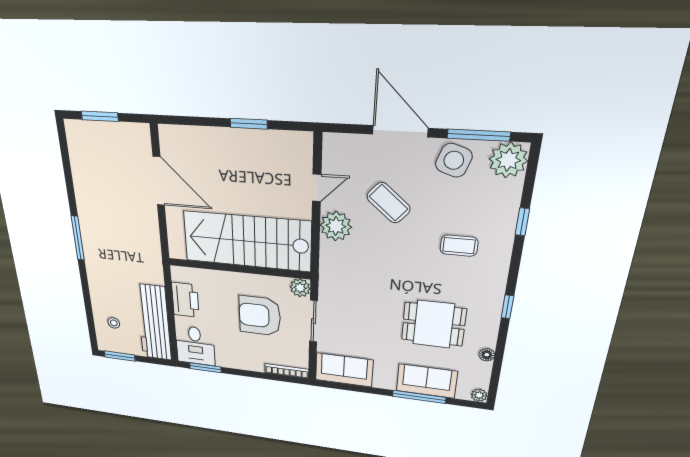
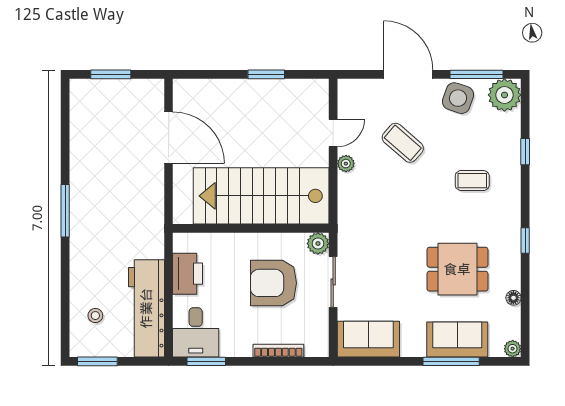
plant: (336, 226) -> (346, 164), width x0.53, depth x0.53
bookcase: (287, 371) -> (278, 351), moved

